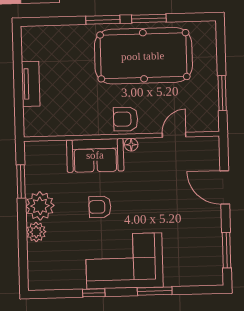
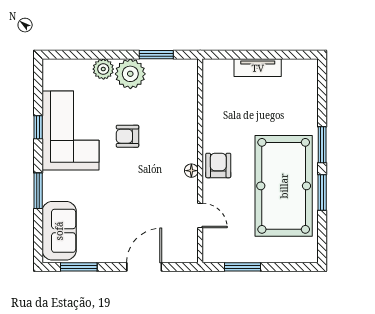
sofa: (95, 155) -> (59, 231), moved, turned 180
armchair: (100, 207) -> (128, 136), turned -90
corner sofa: (124, 261) -> (71, 131), moved

